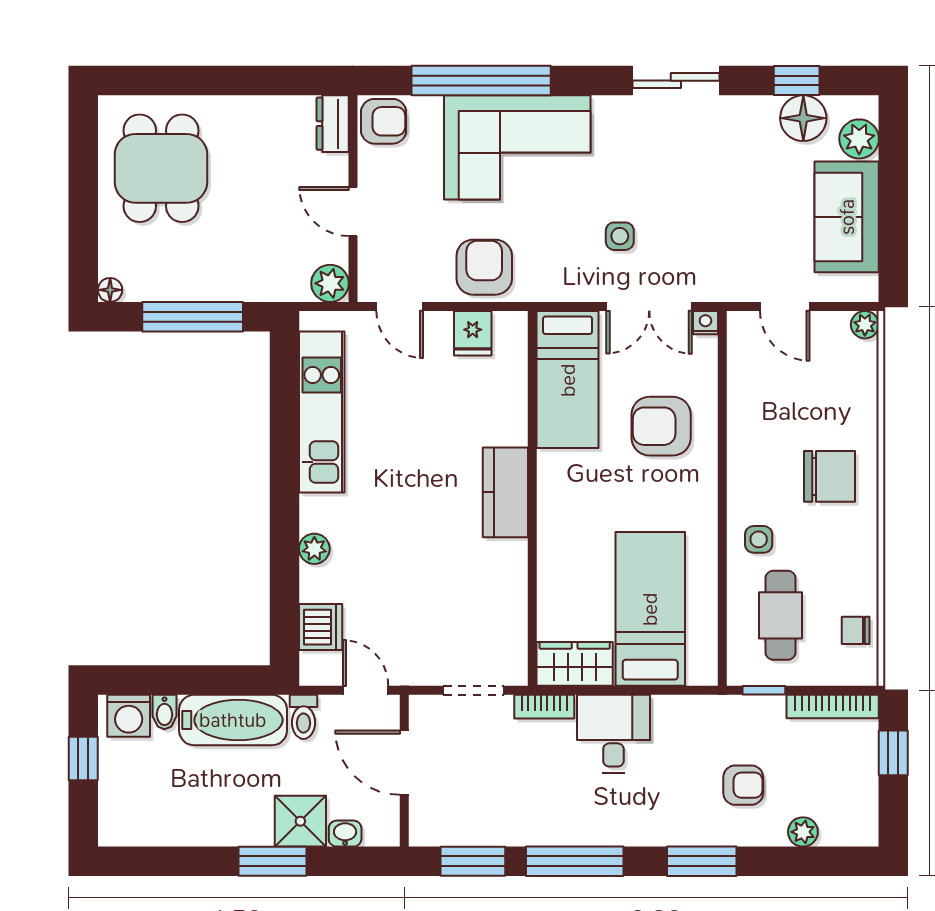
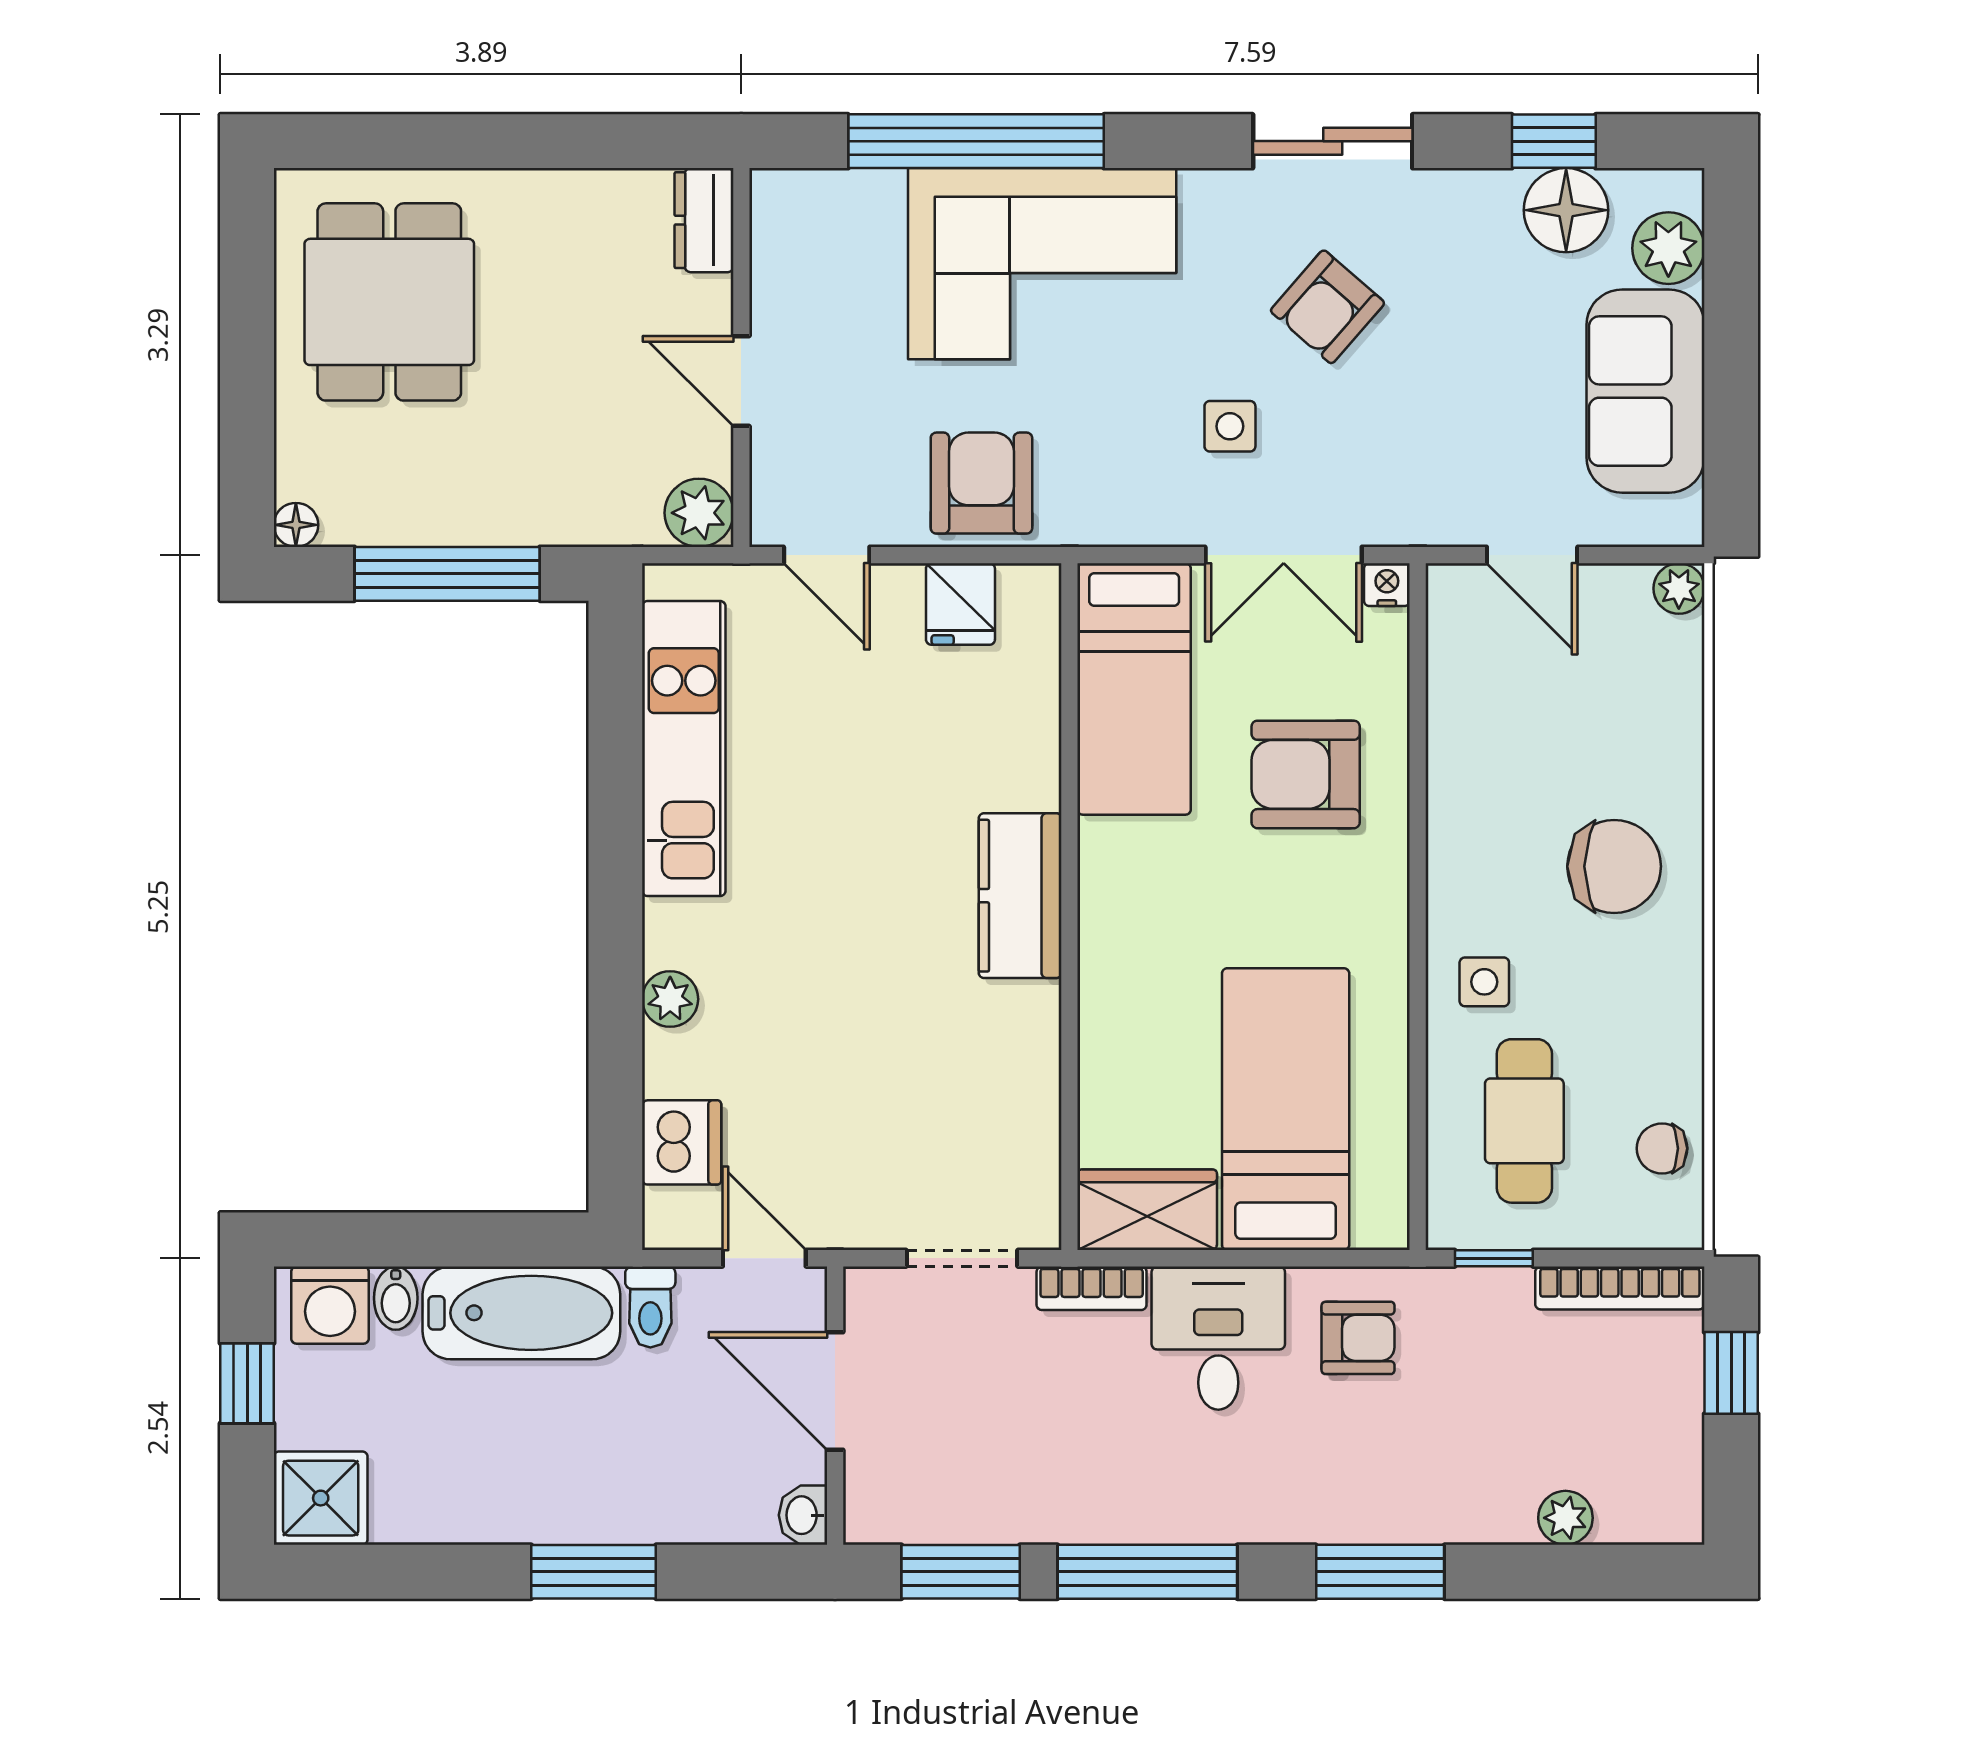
armchair: (384, 121) -> (1327, 307), moved, turned 131
armchair: (743, 785) -> (1358, 1338), moved
shower: (300, 821) -> (321, 1498), moved
washbasin: (345, 834) -> (803, 1515), moved, turned -90

